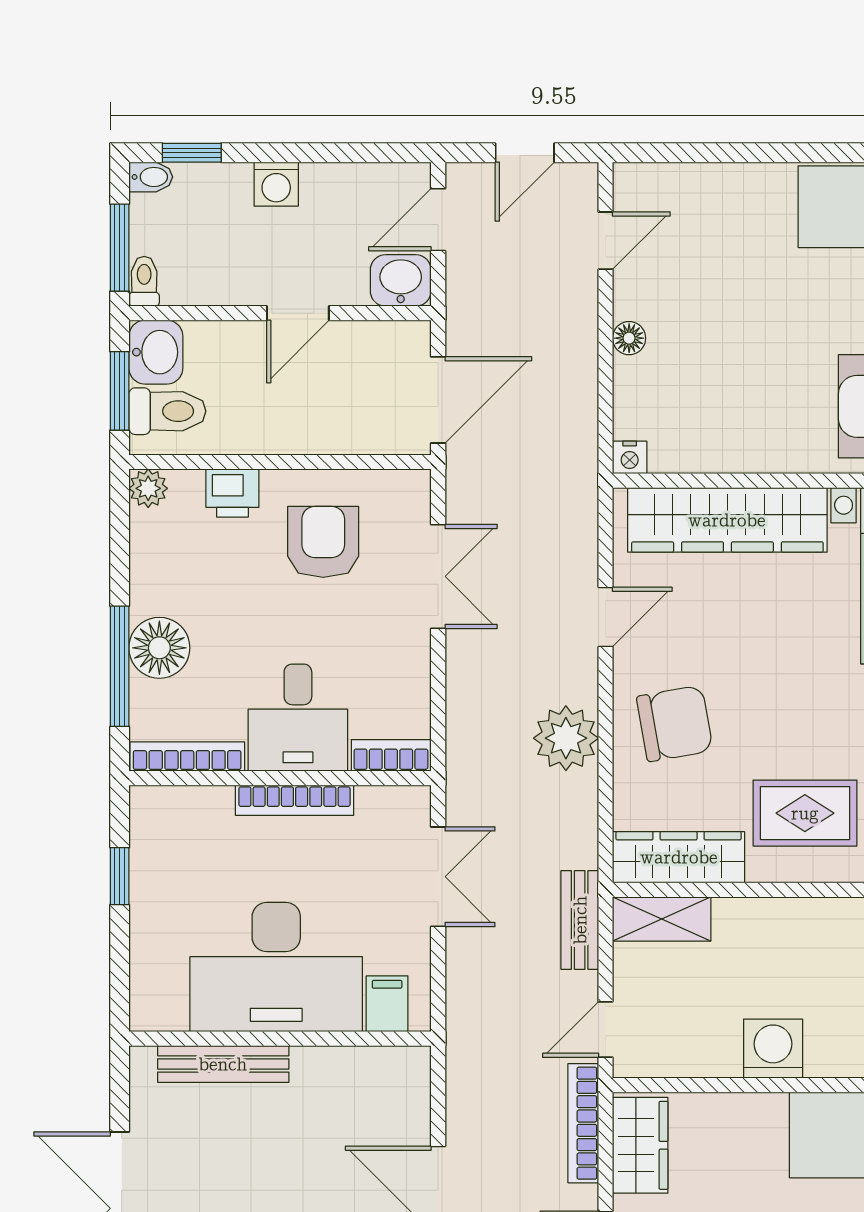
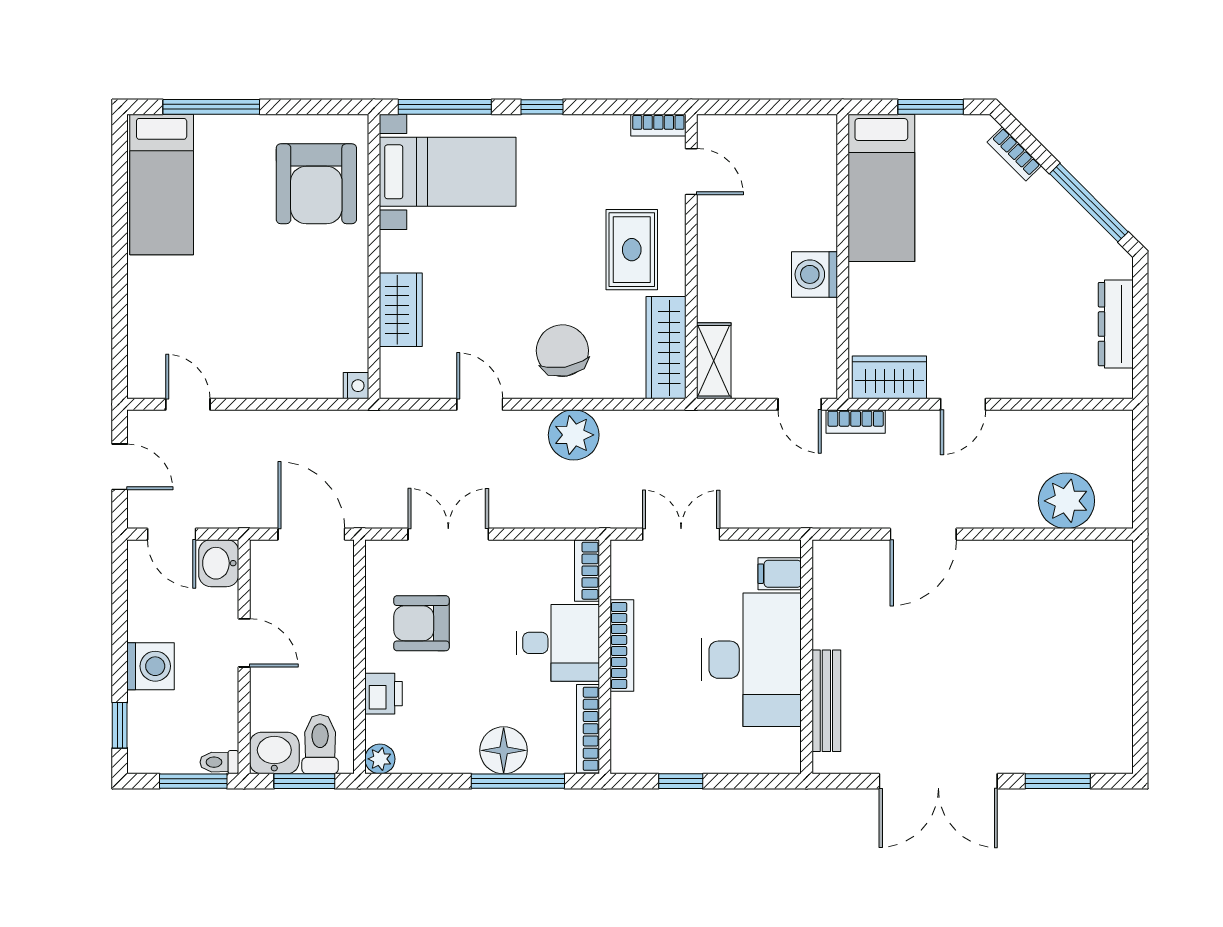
bidet: (151, 177) -> (138, 757), removed
washing machine: (276, 184) -> (150, 666), width x1.38, depth x1.38
floor lamp: (629, 338) -> (263, 386), removed
wardrobe: (727, 520) -> (401, 310), width x0.48, depth x0.85
bench: (580, 920) -> (715, 424), removed
bookcase: (583, 1123) -> (856, 422), width x0.64

